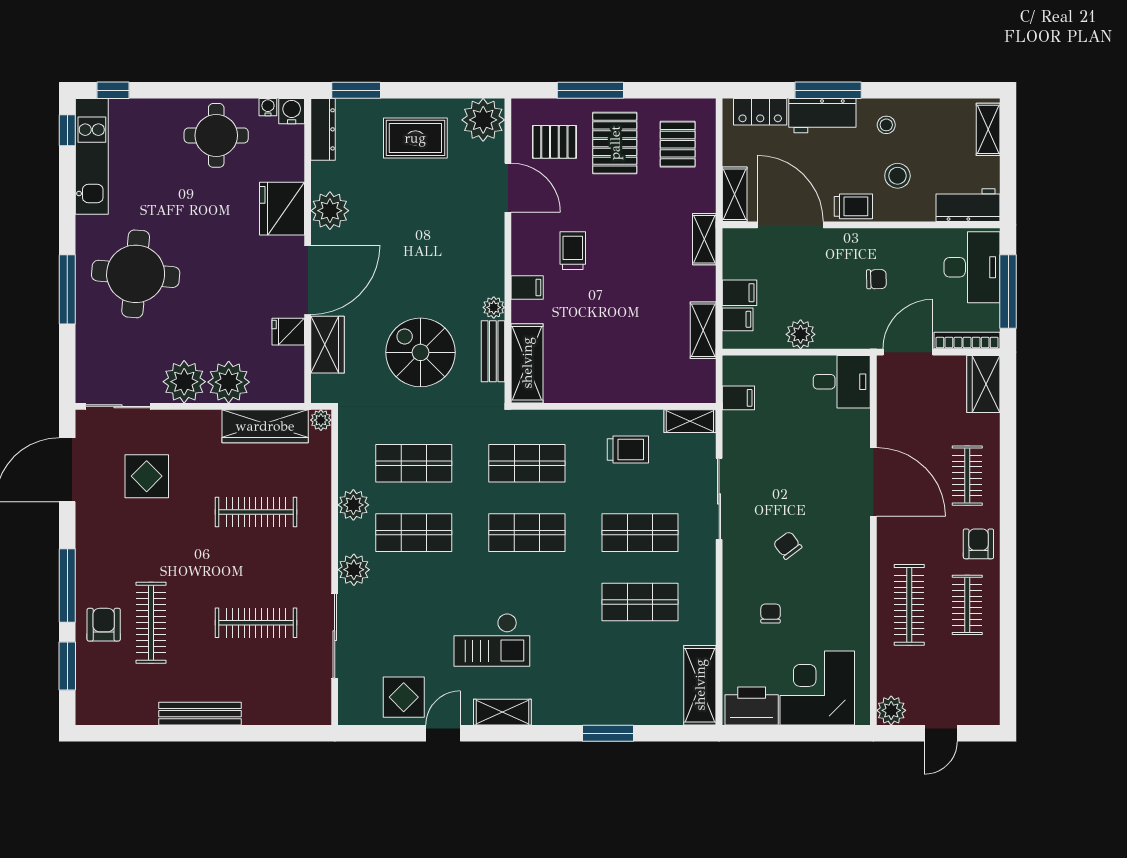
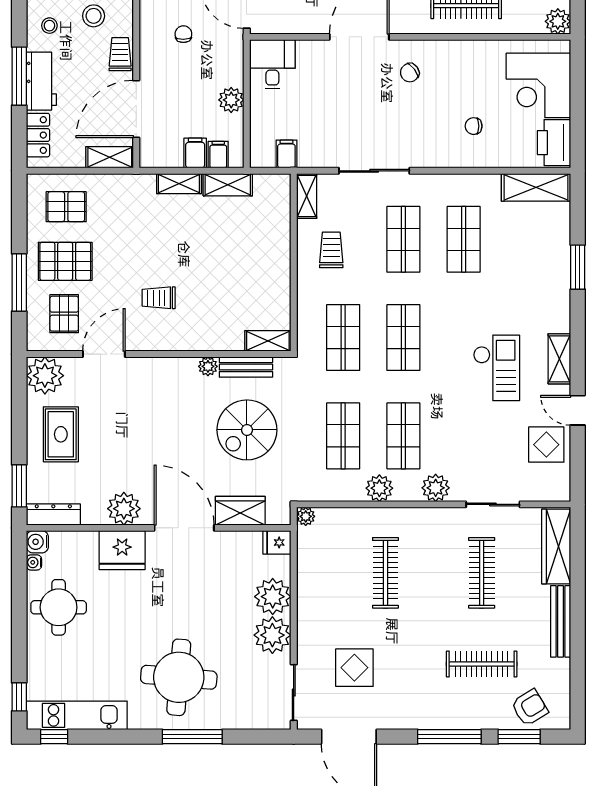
shelving: (704, 239) -> (179, 184), moved
filing cabinet: (527, 287) -> (191, 337), removed
fridge: (288, 332) -> (277, 542), moved, turned 90
shelving: (527, 363) -> (268, 341), width x0.67, depth x0.75
wardrobe: (265, 426) -> (556, 546), moved, turned 180
chair: (788, 545) -> (410, 73), moved
armchair: (104, 625) -> (530, 708), moved, turned 149
sliding door: (335, 636) -> (493, 504), width x0.73

